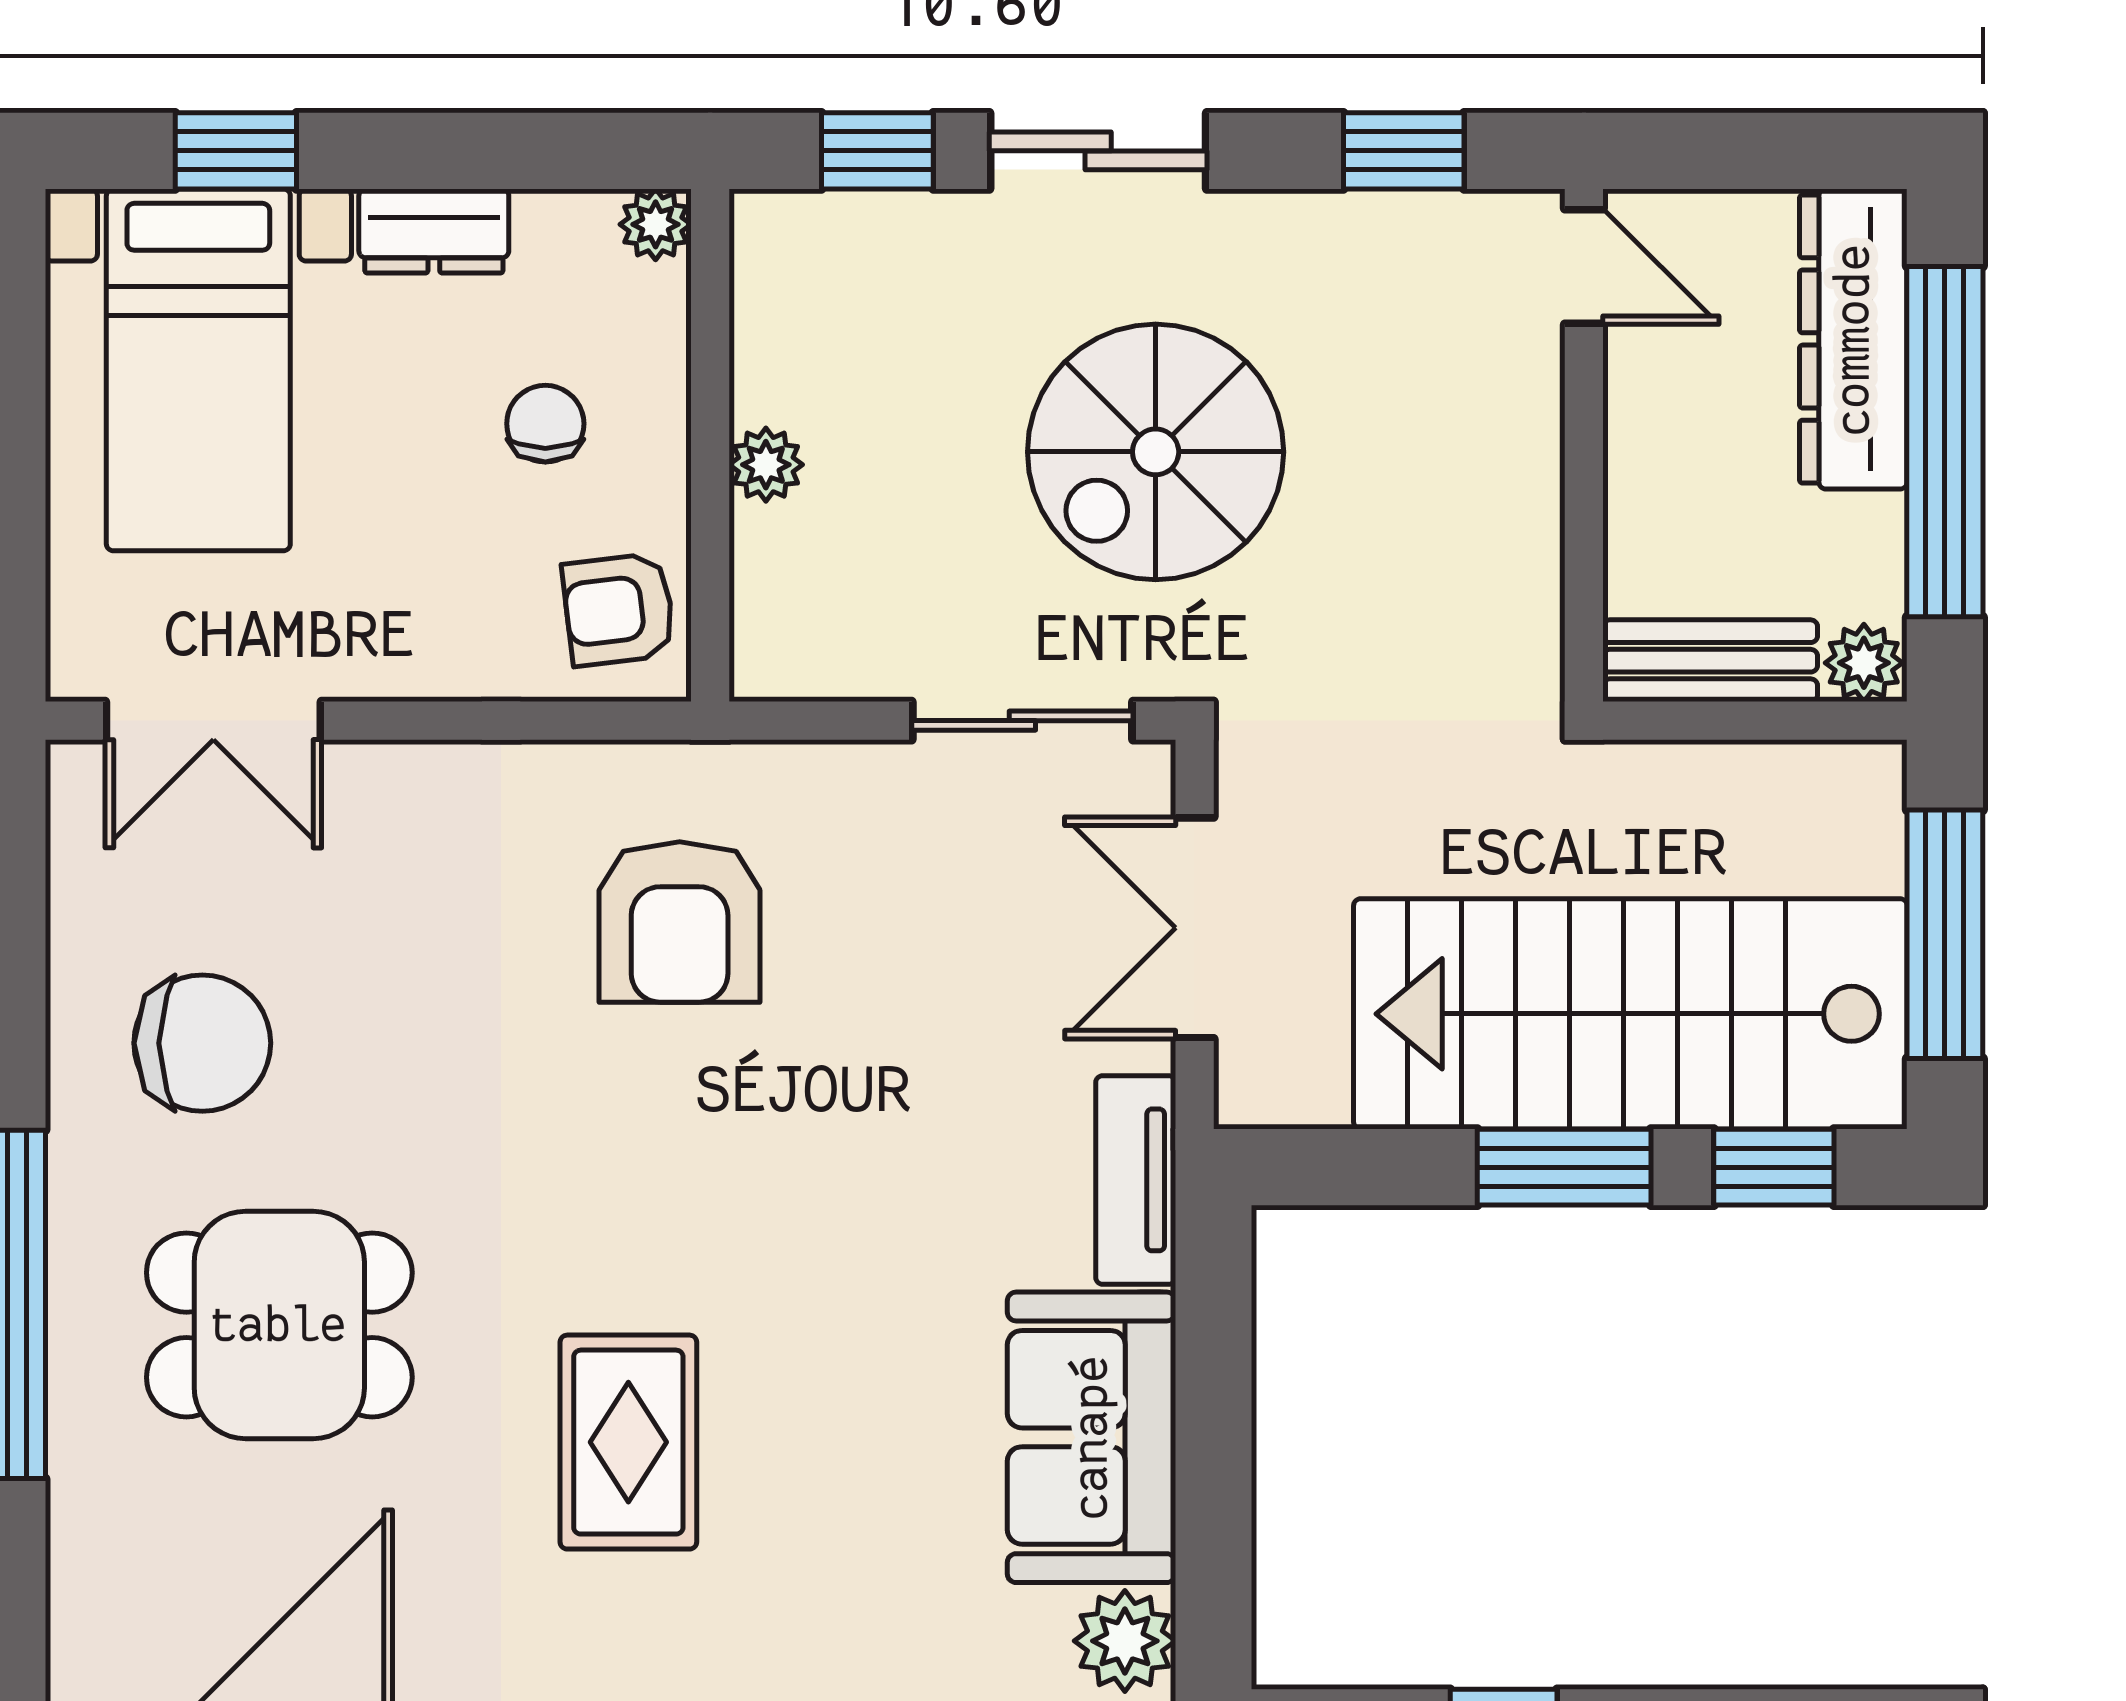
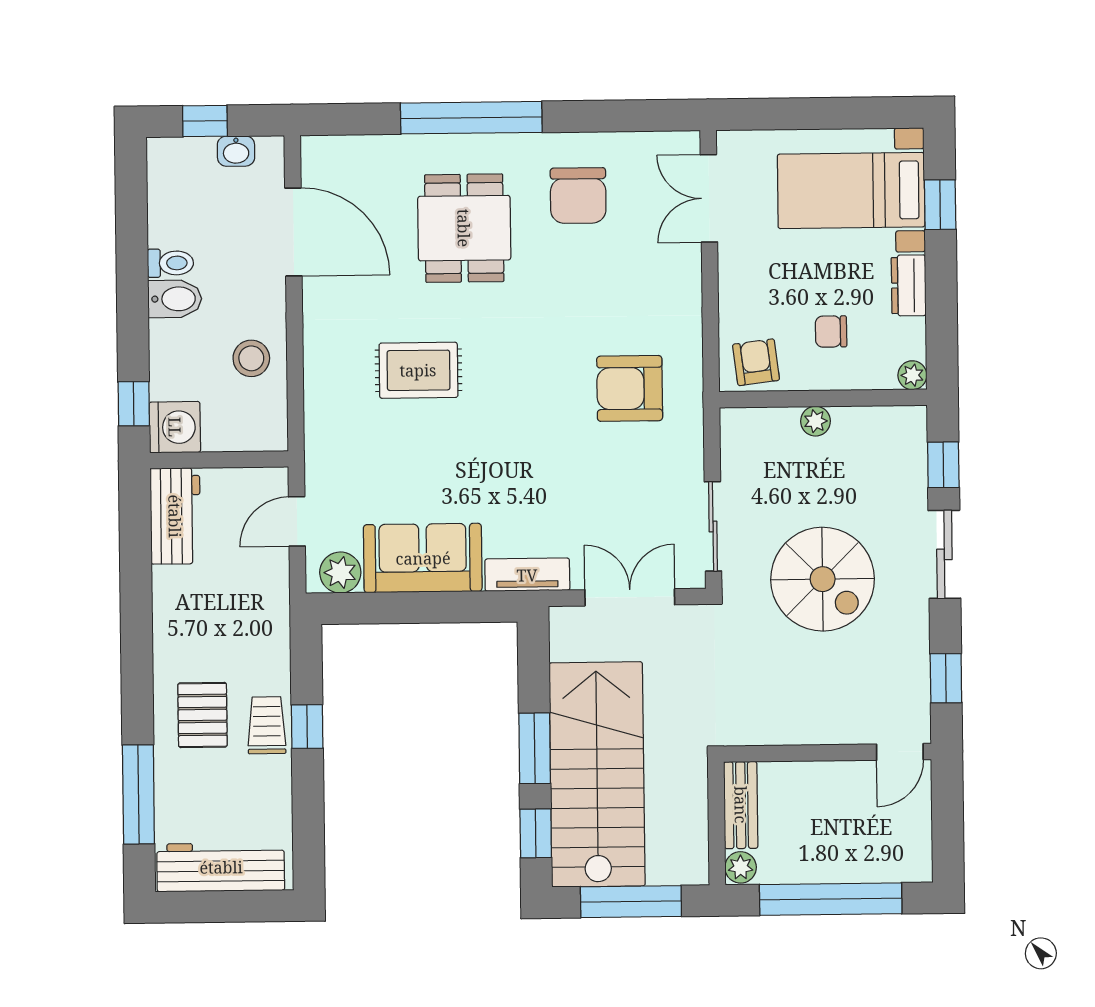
dresser: (1853, 339) -> (872, 861), removed
chair: (545, 424) -> (831, 332), turned 180
spiral stairs: (1156, 452) -> (823, 579), turned 180

